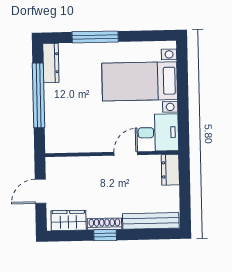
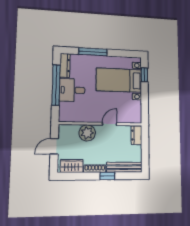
window: (182, 70) -> (144, 75), added
desk: (158, 133) -> (72, 90), moved, turned 180
plant: (90, 169) -> (87, 133), added
window: (105, 235) -> (107, 176), moved

